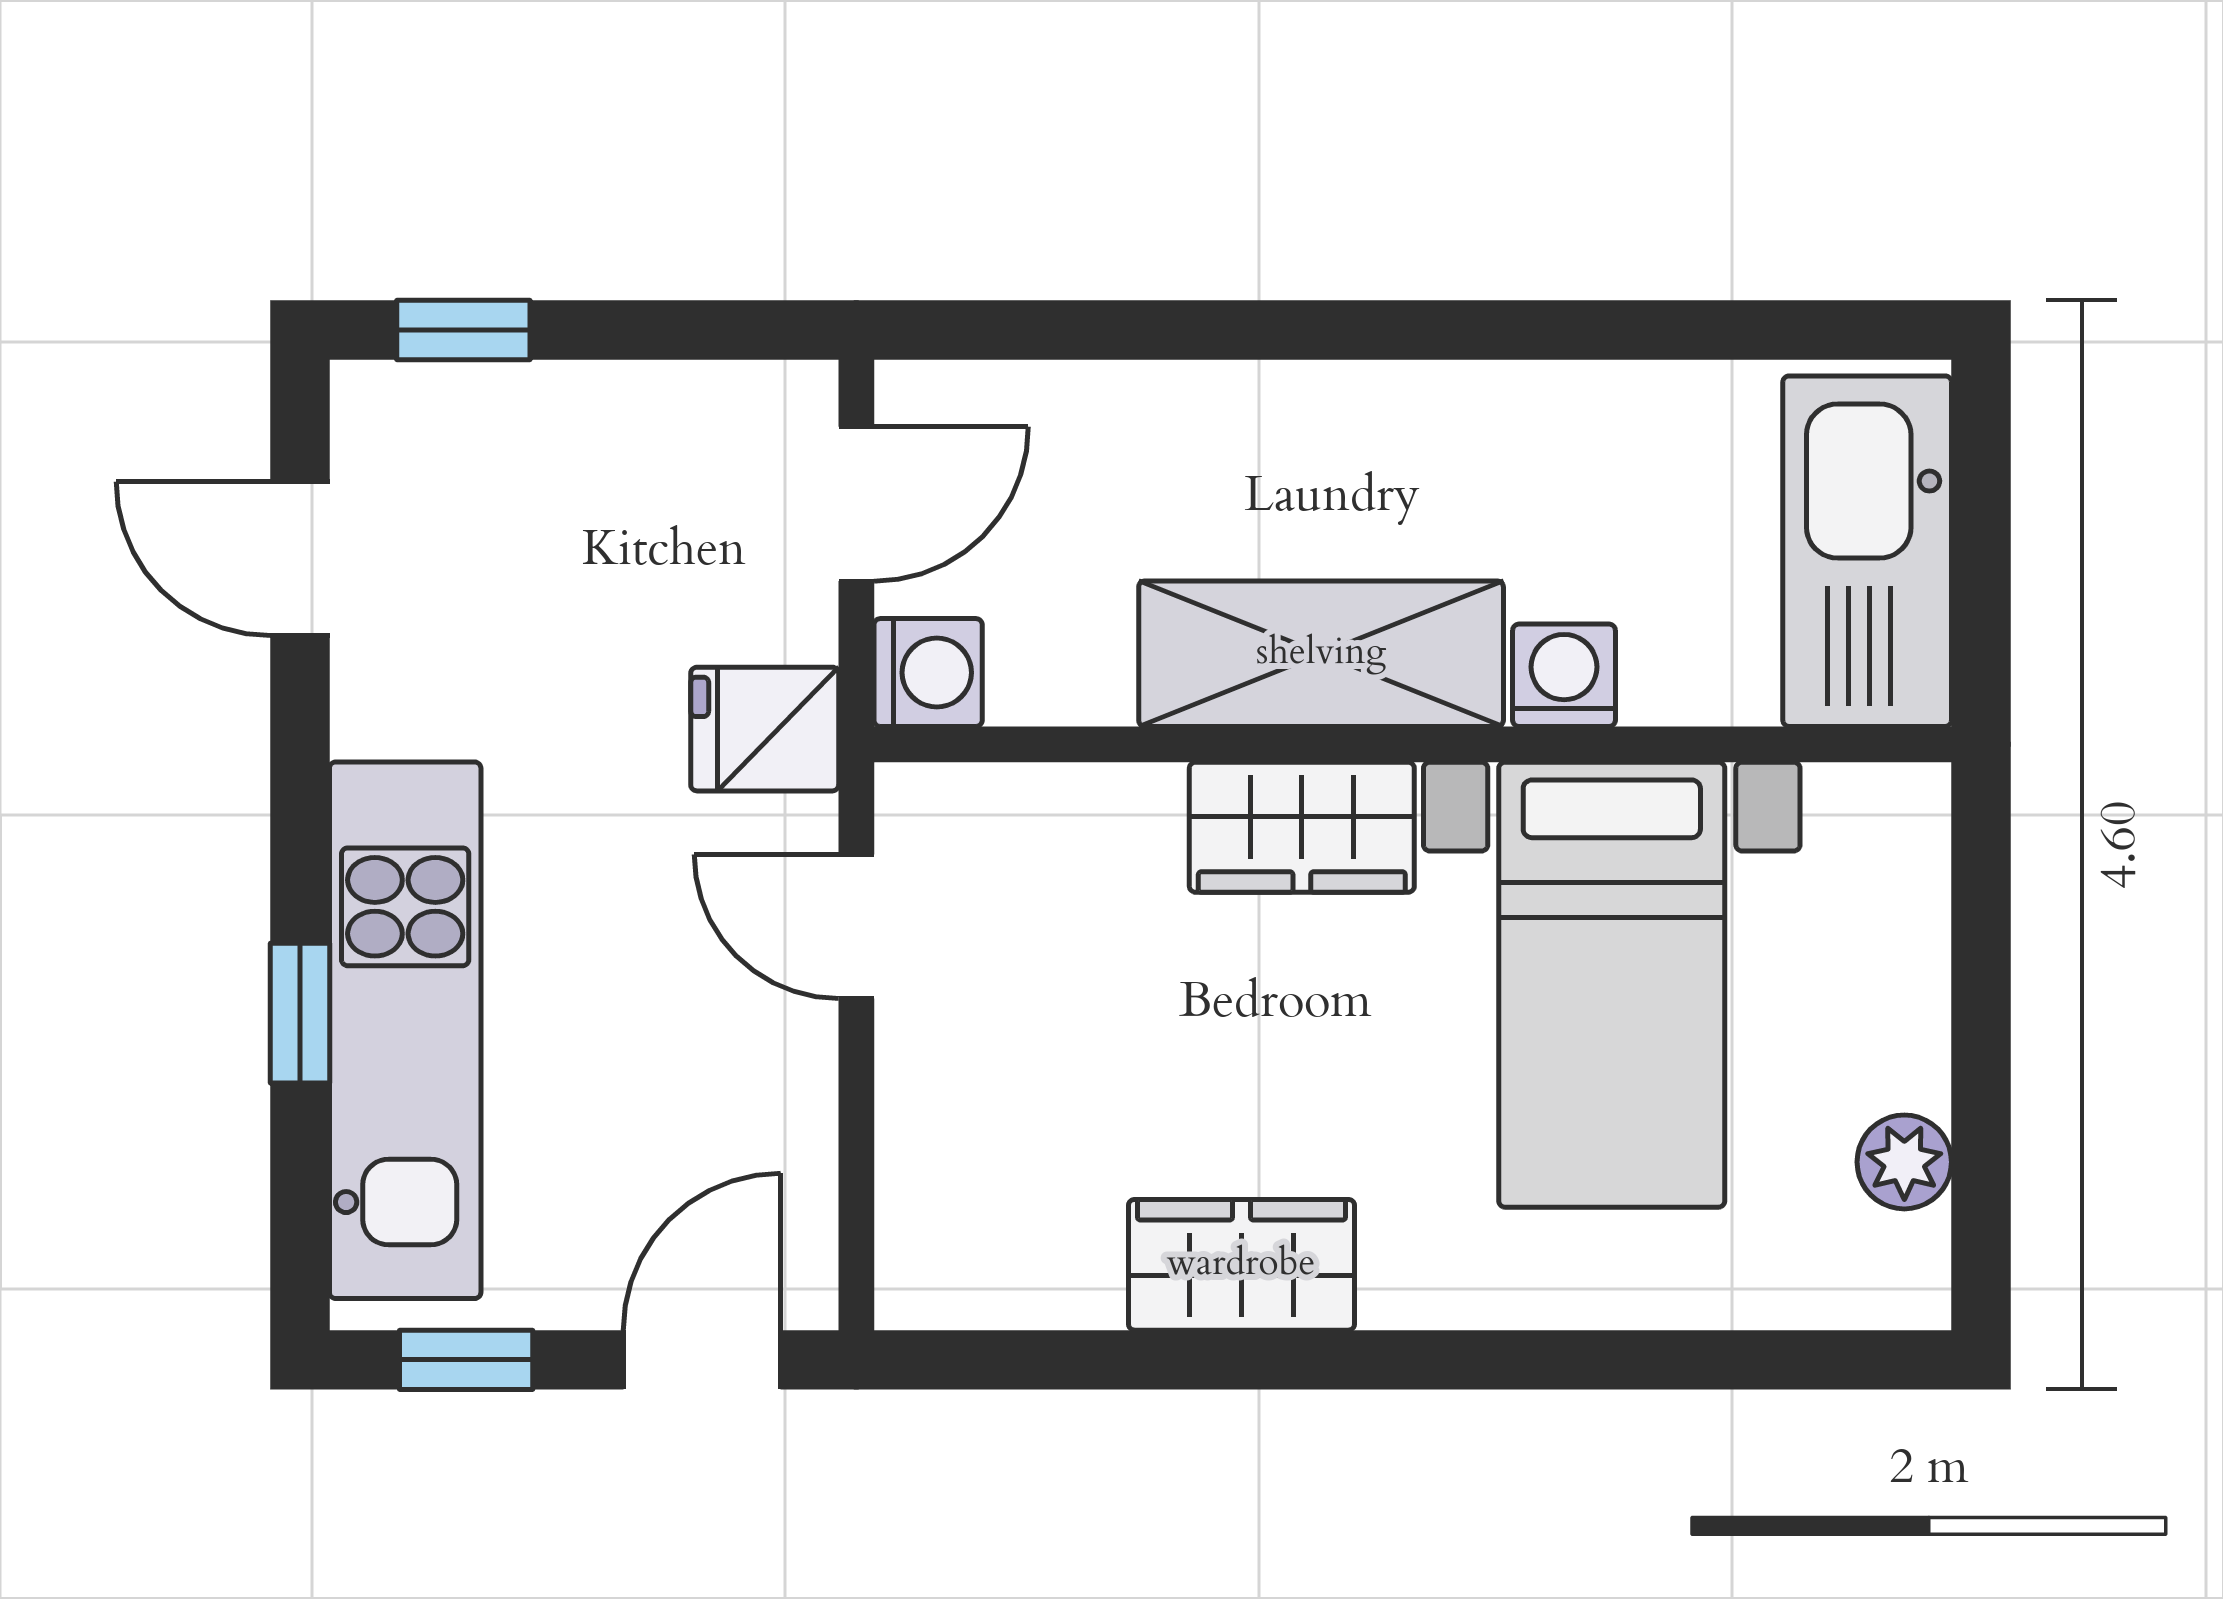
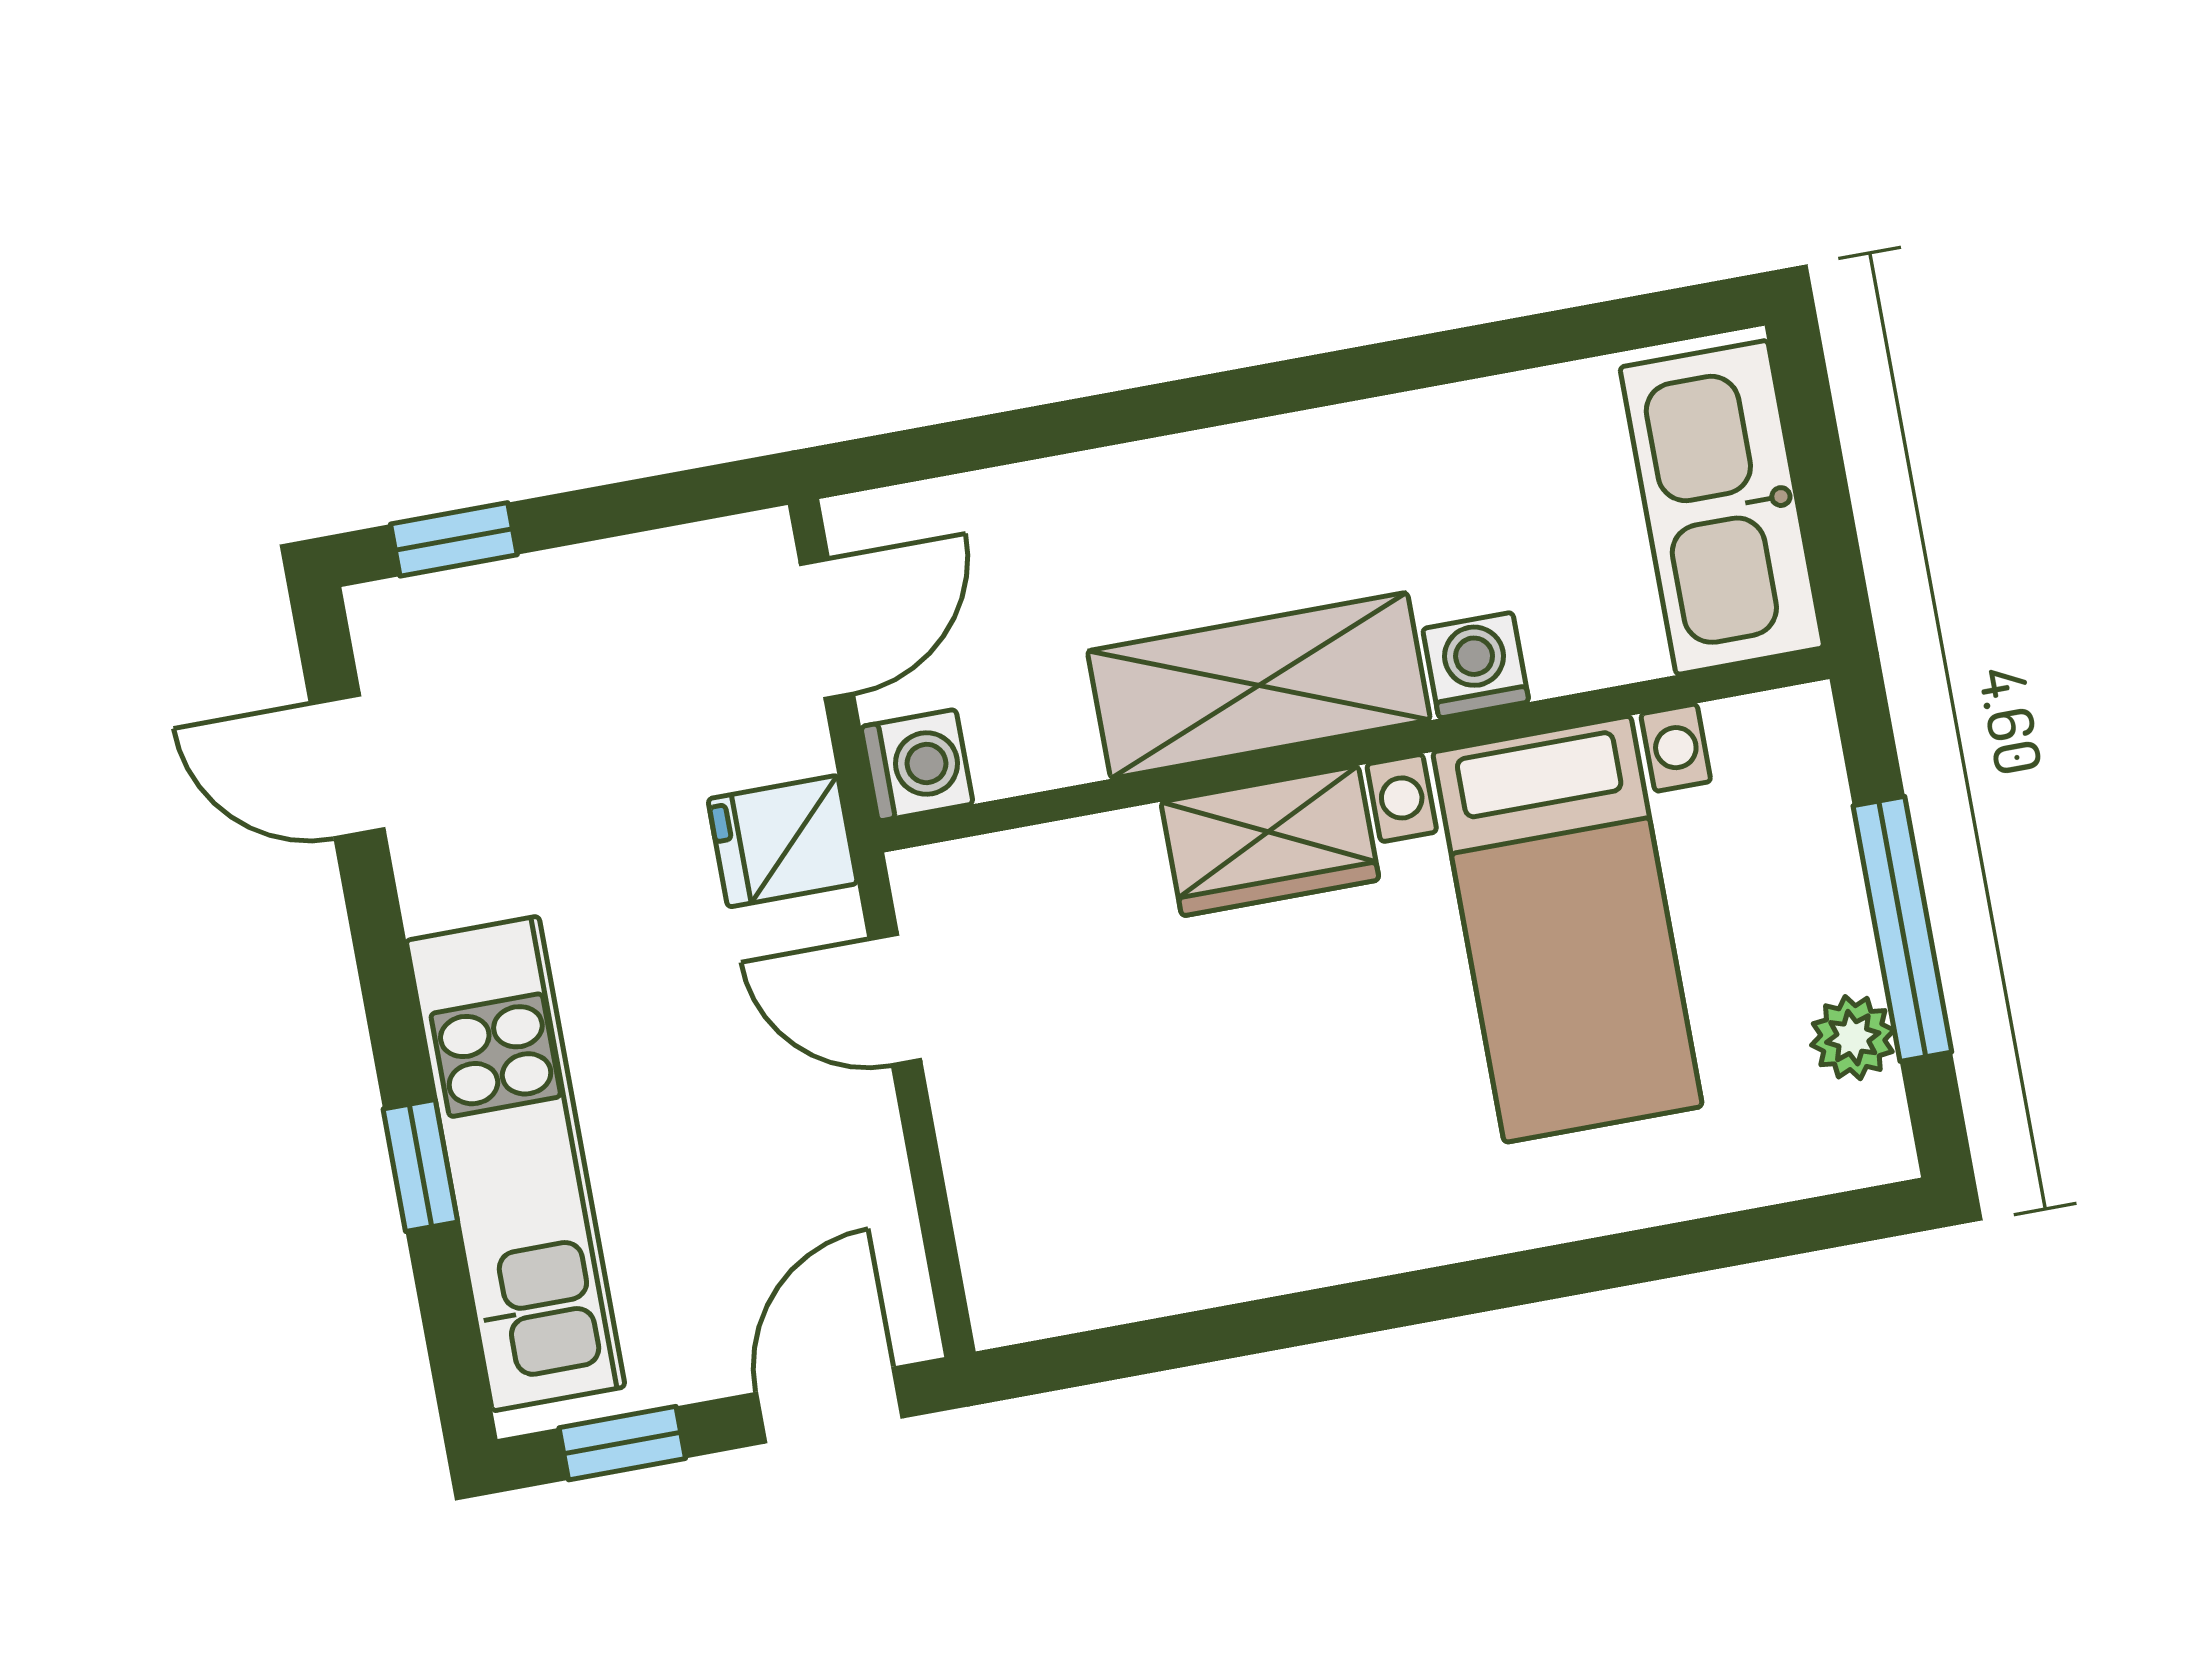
window: (1981, 1052) -> (1902, 929), added
wardrobe: (1241, 1265) -> (1288, 1235), removed

